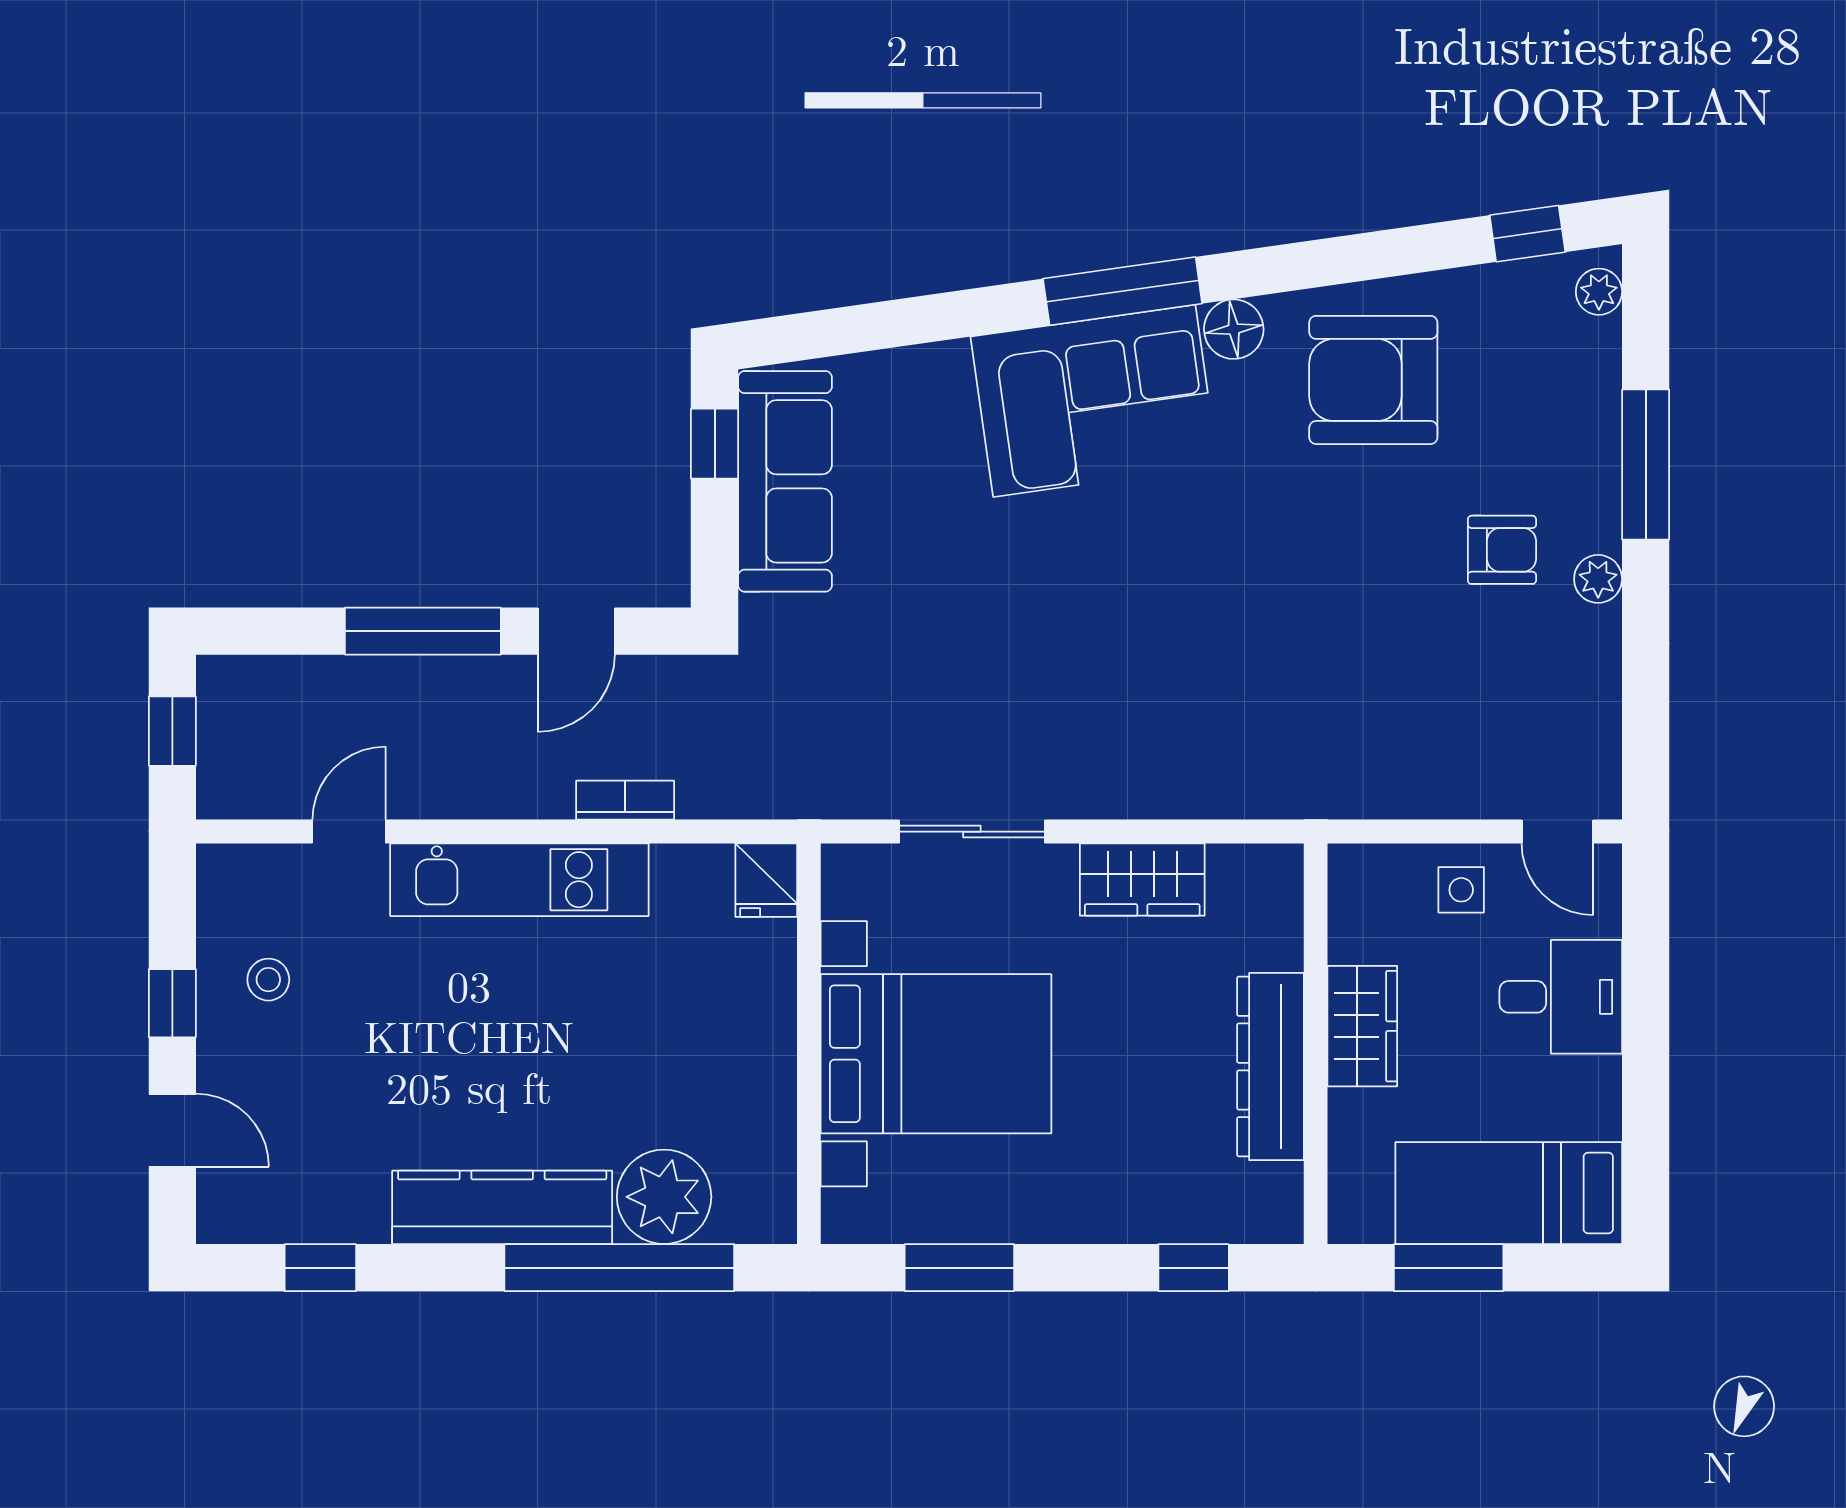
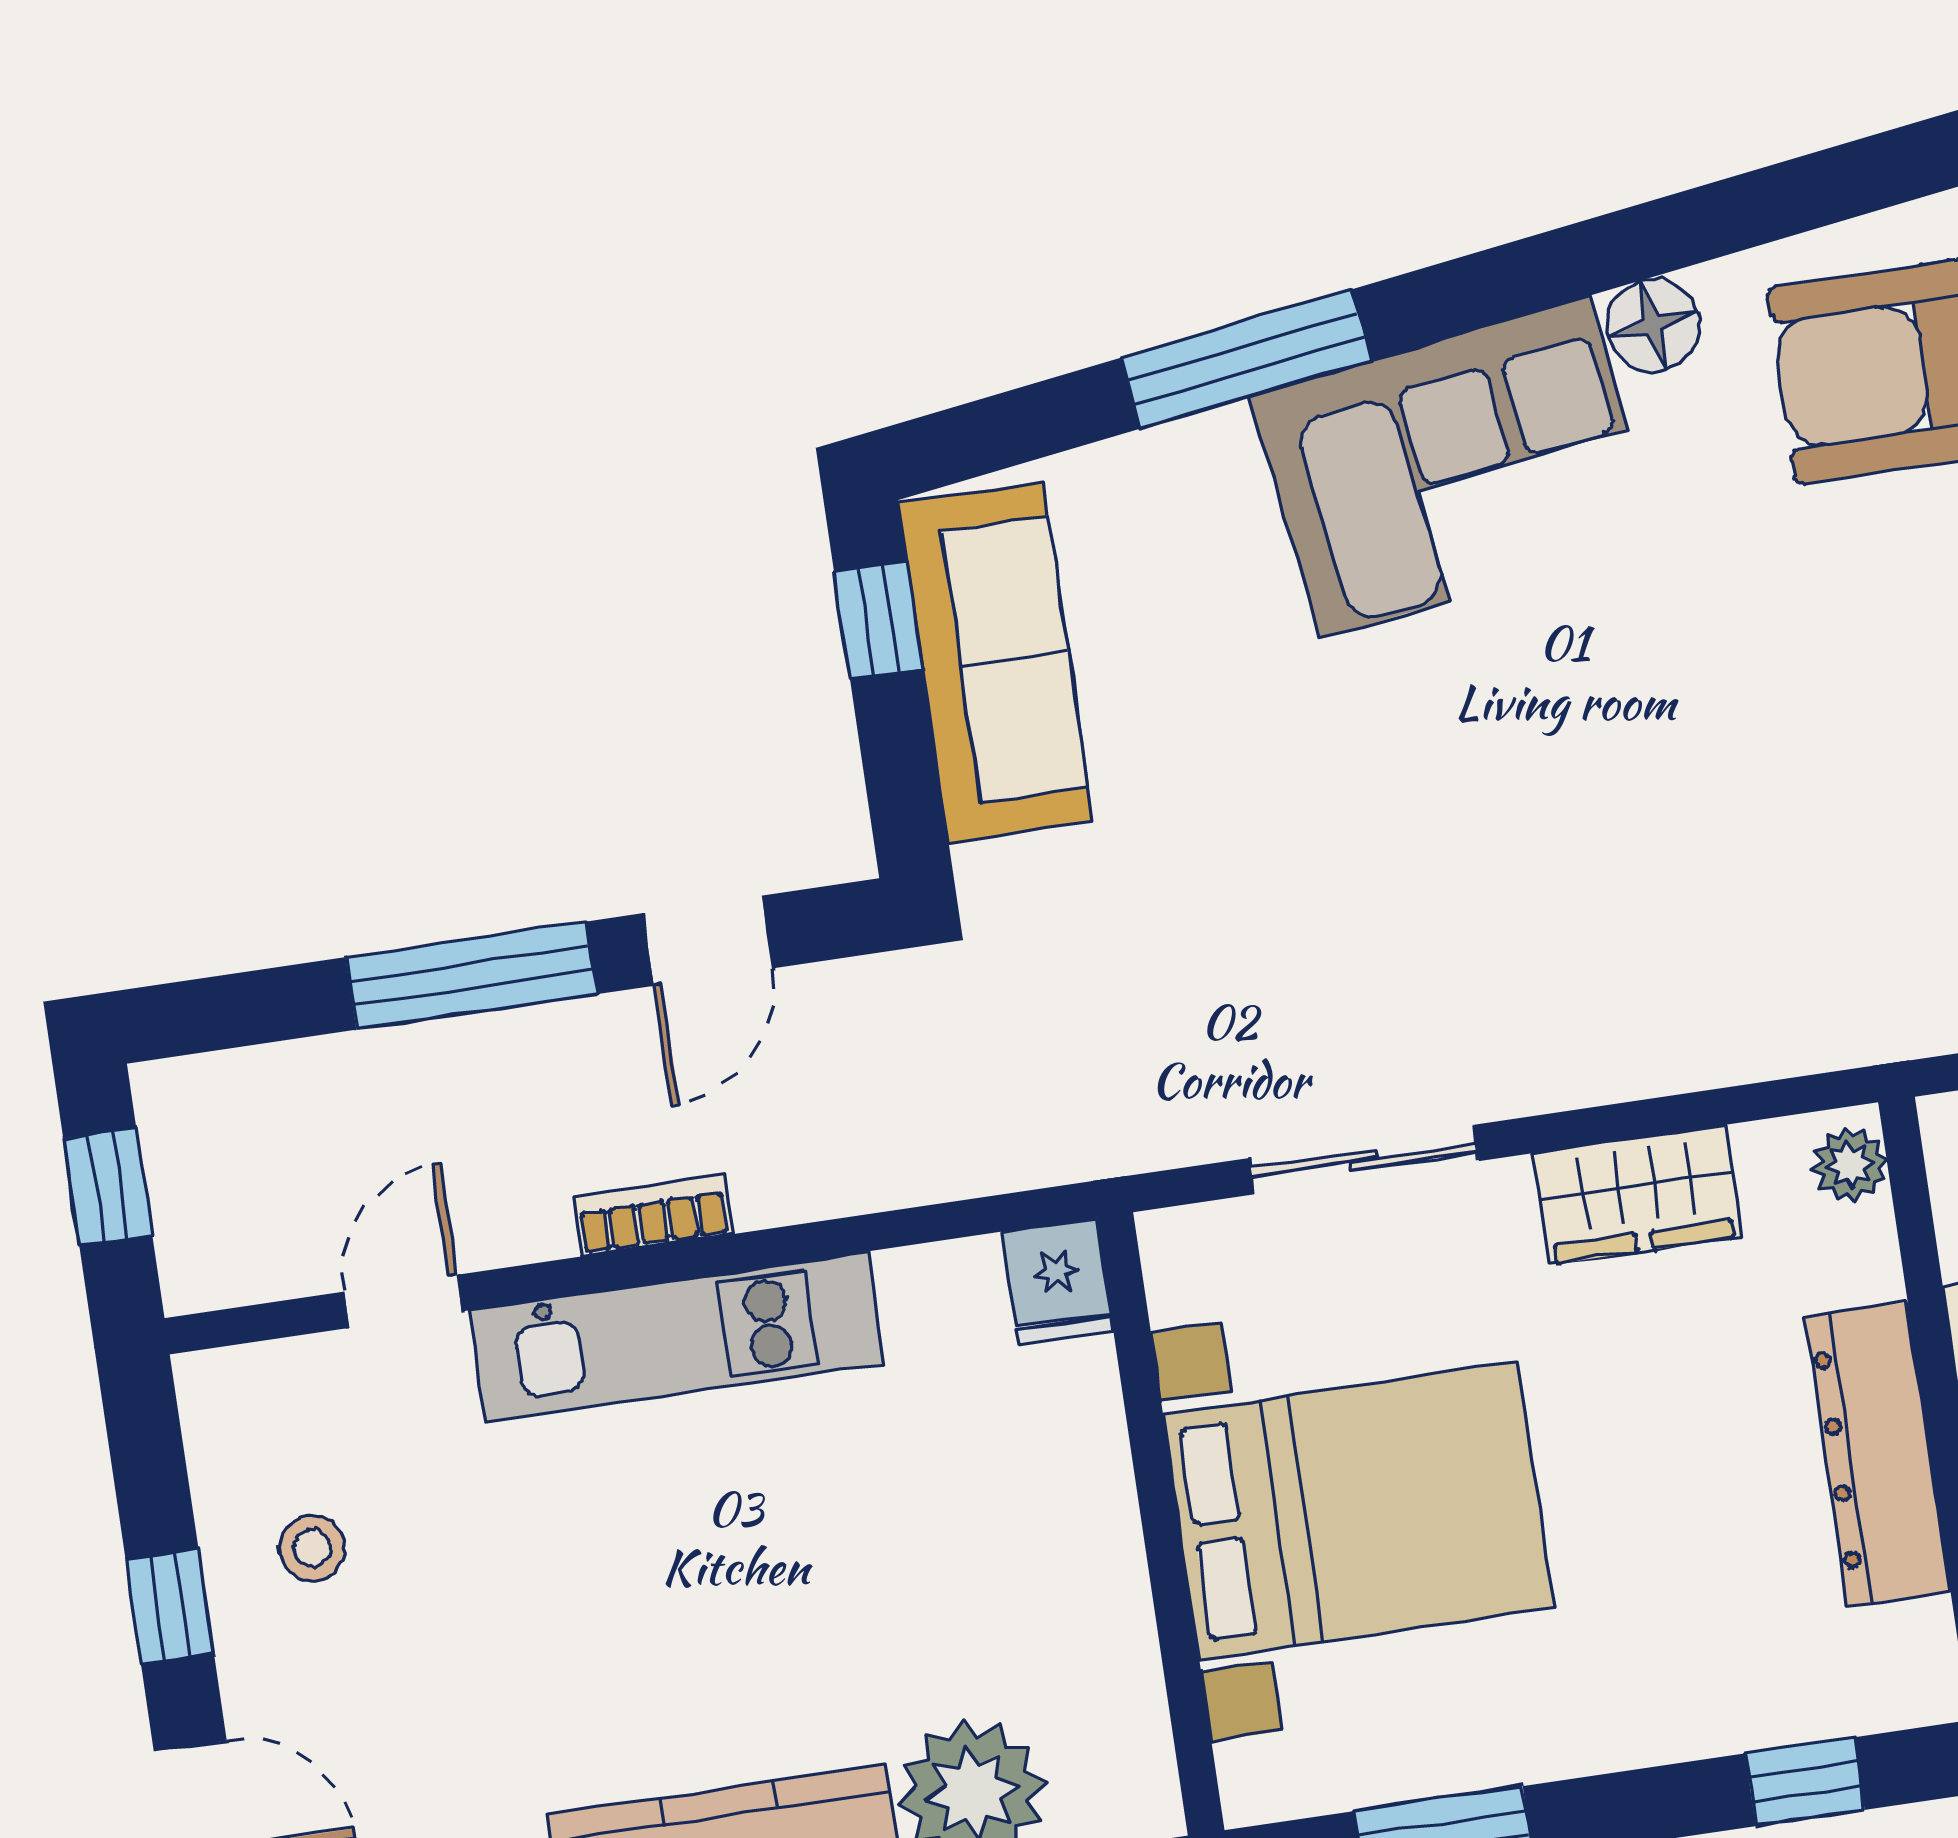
window: (1123, 291) -> (1246, 359), moved
bookcase: (625, 800) -> (653, 1215), moved
plant: (1280, 880) -> (1850, 1165), added

